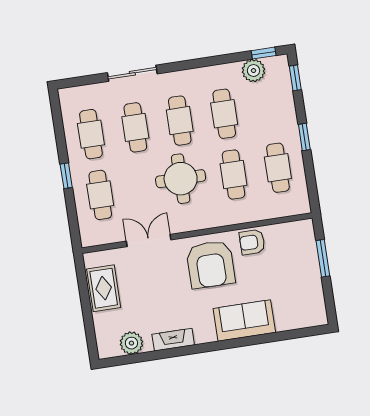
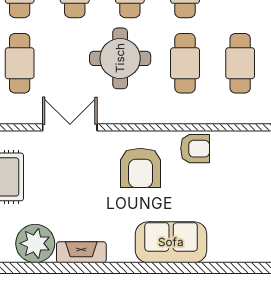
armchair: (252, 242) -> (195, 149), turned 180
armchair: (211, 264) -> (141, 168), width x0.73, depth x0.73
plant: (131, 343) -> (35, 243), width x1.36, depth x1.36

